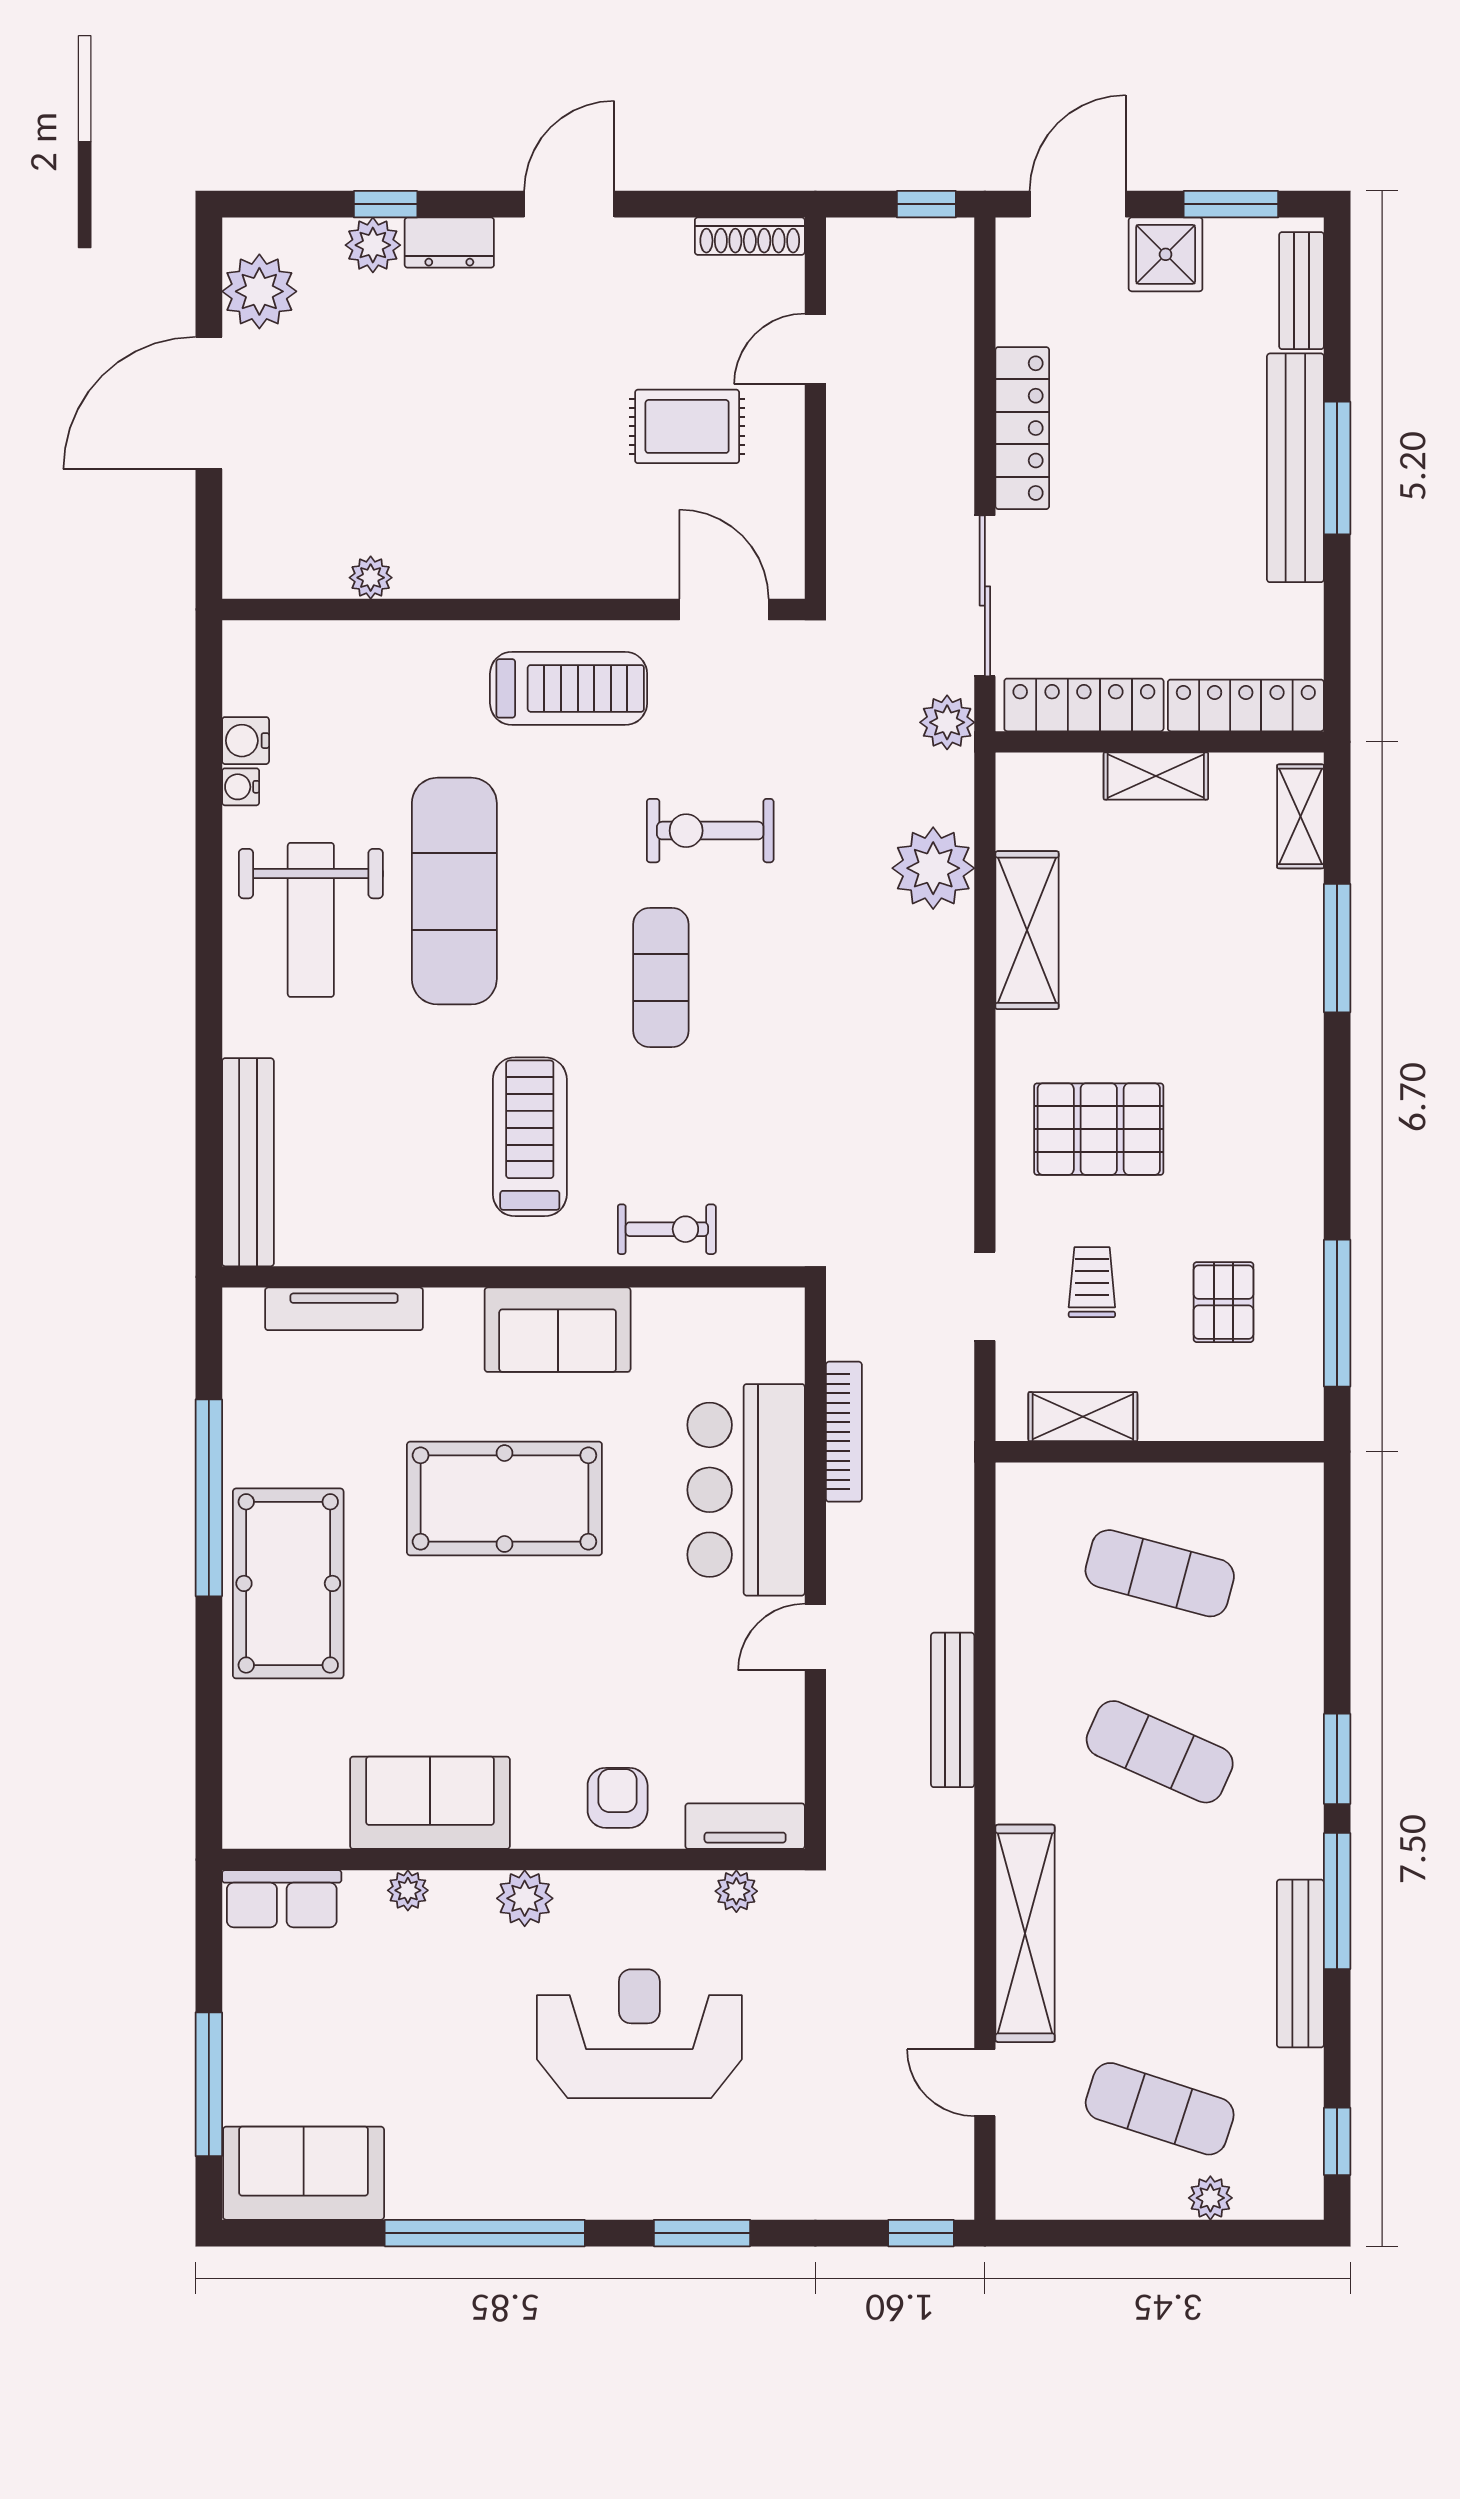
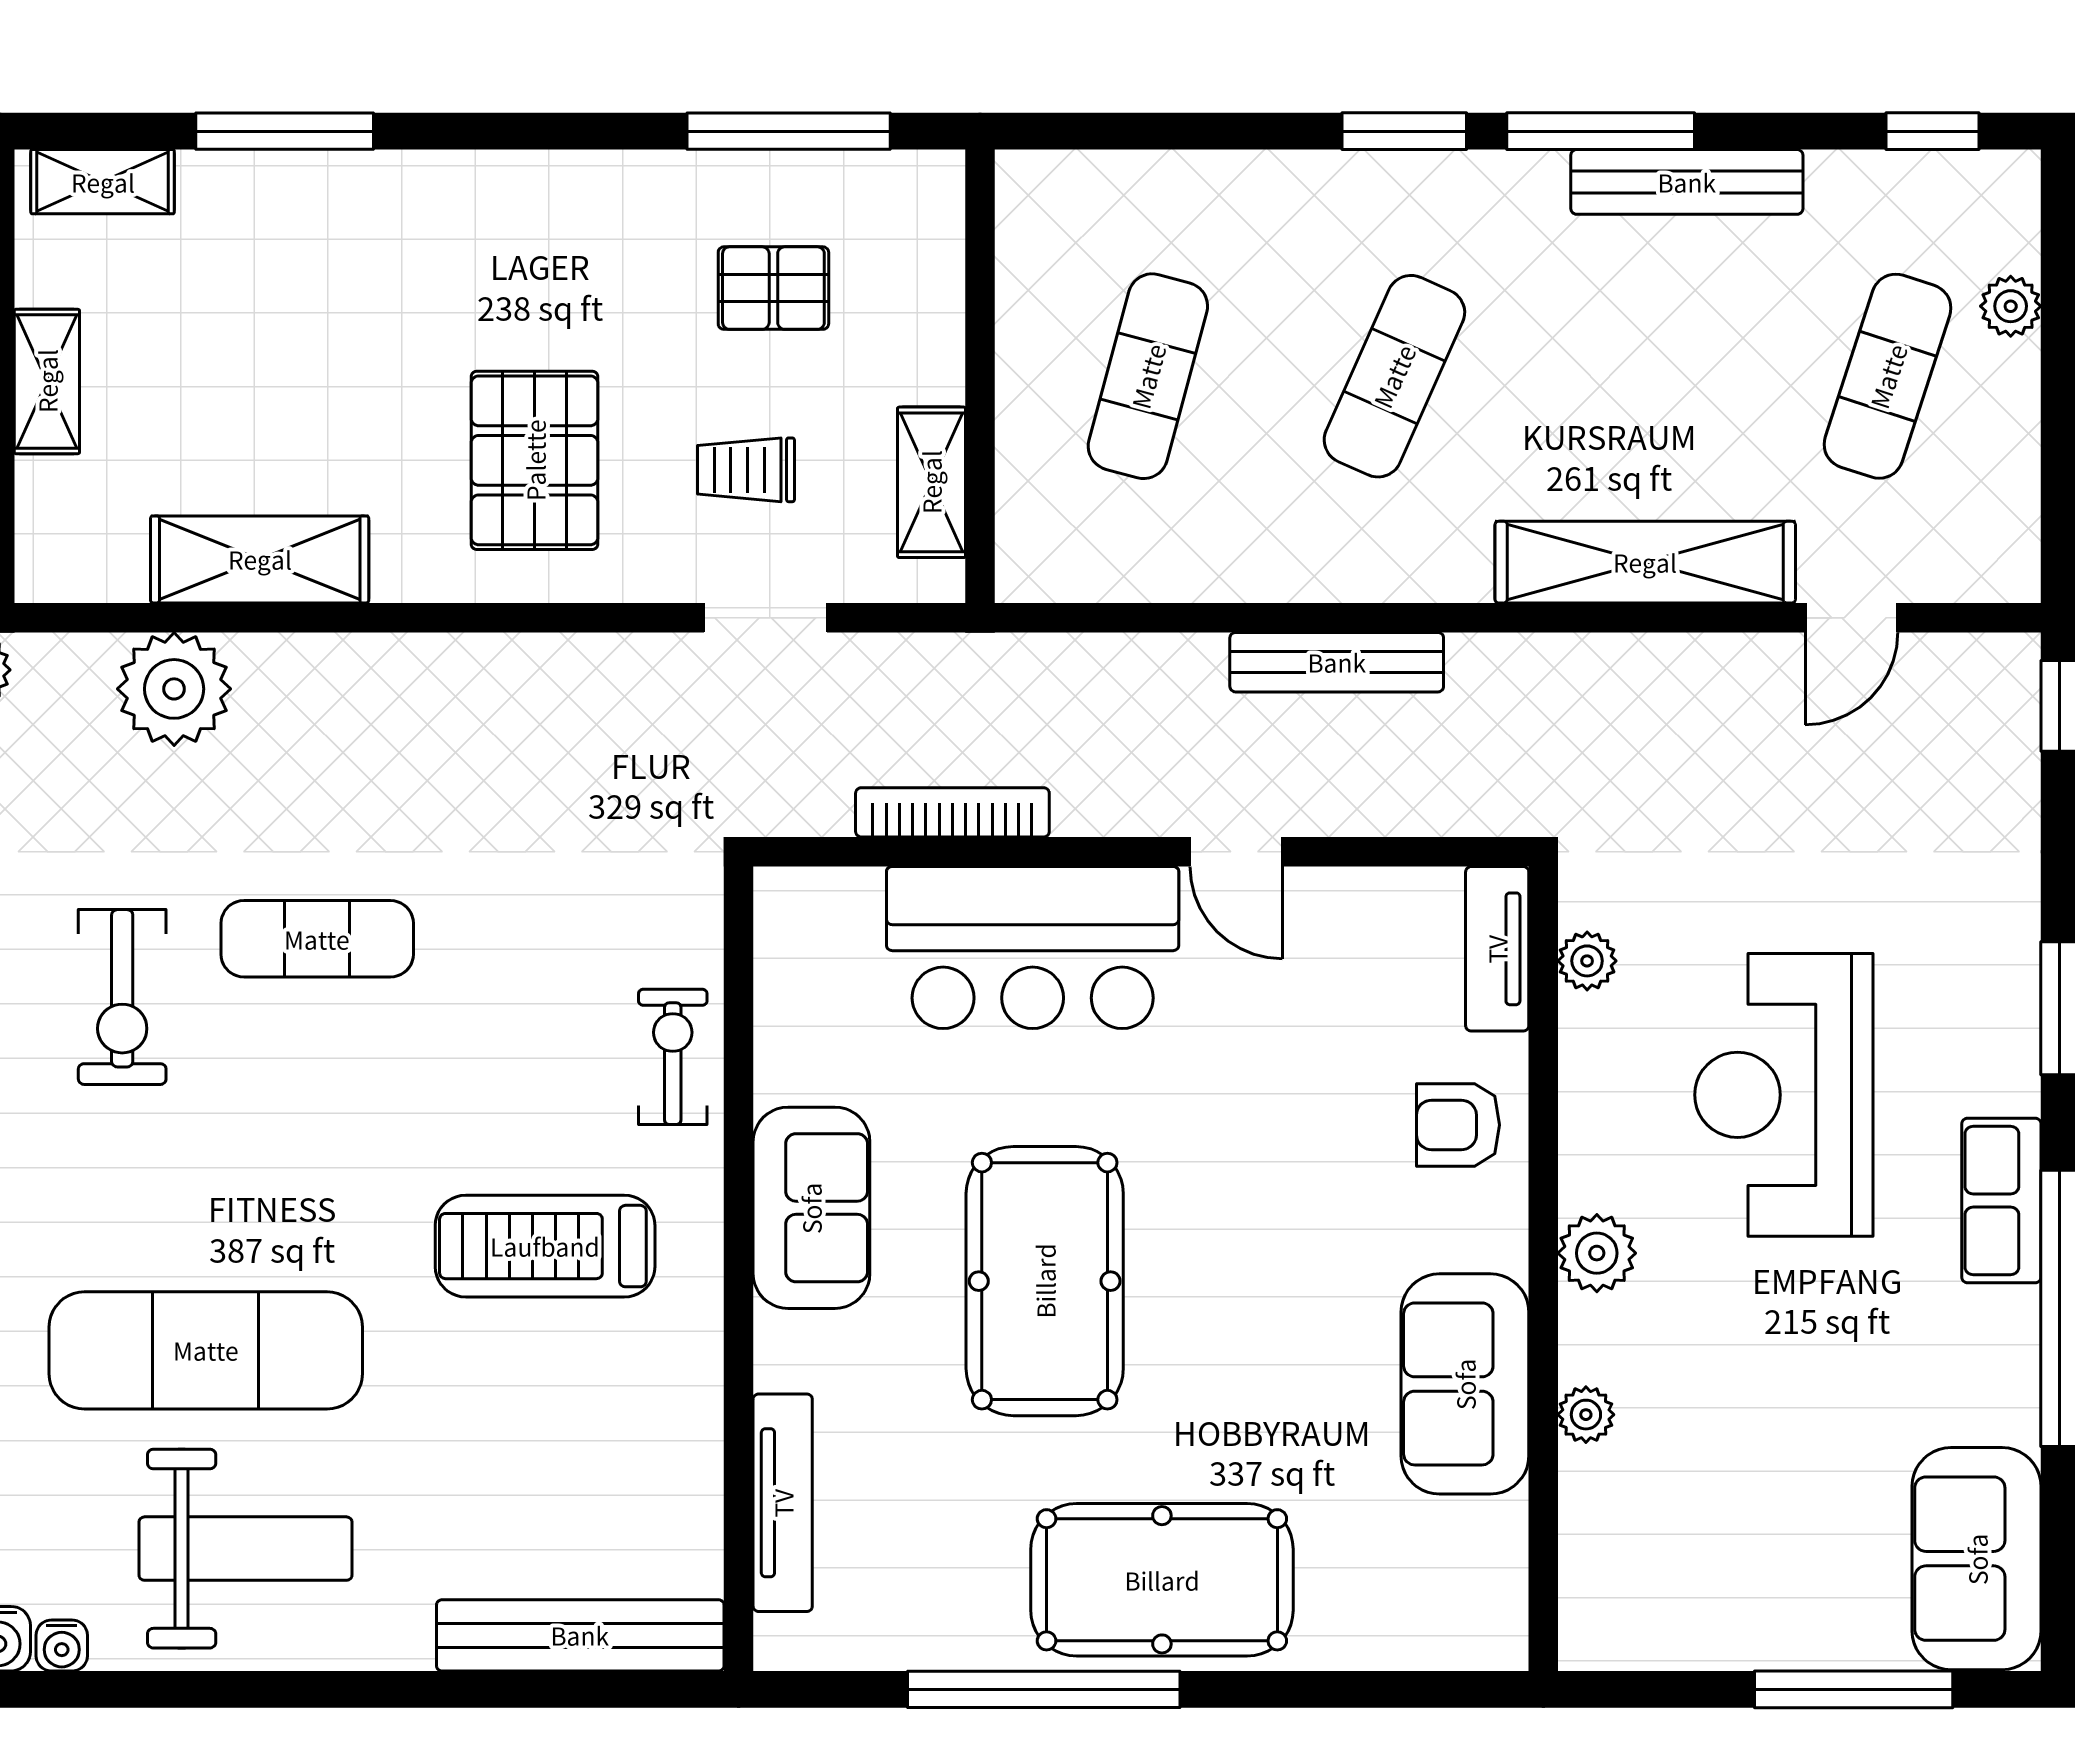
exercise mat: (661, 978) -> (317, 939), moved
row of seats: (282, 1899) -> (2001, 1201), moved, turned 180

